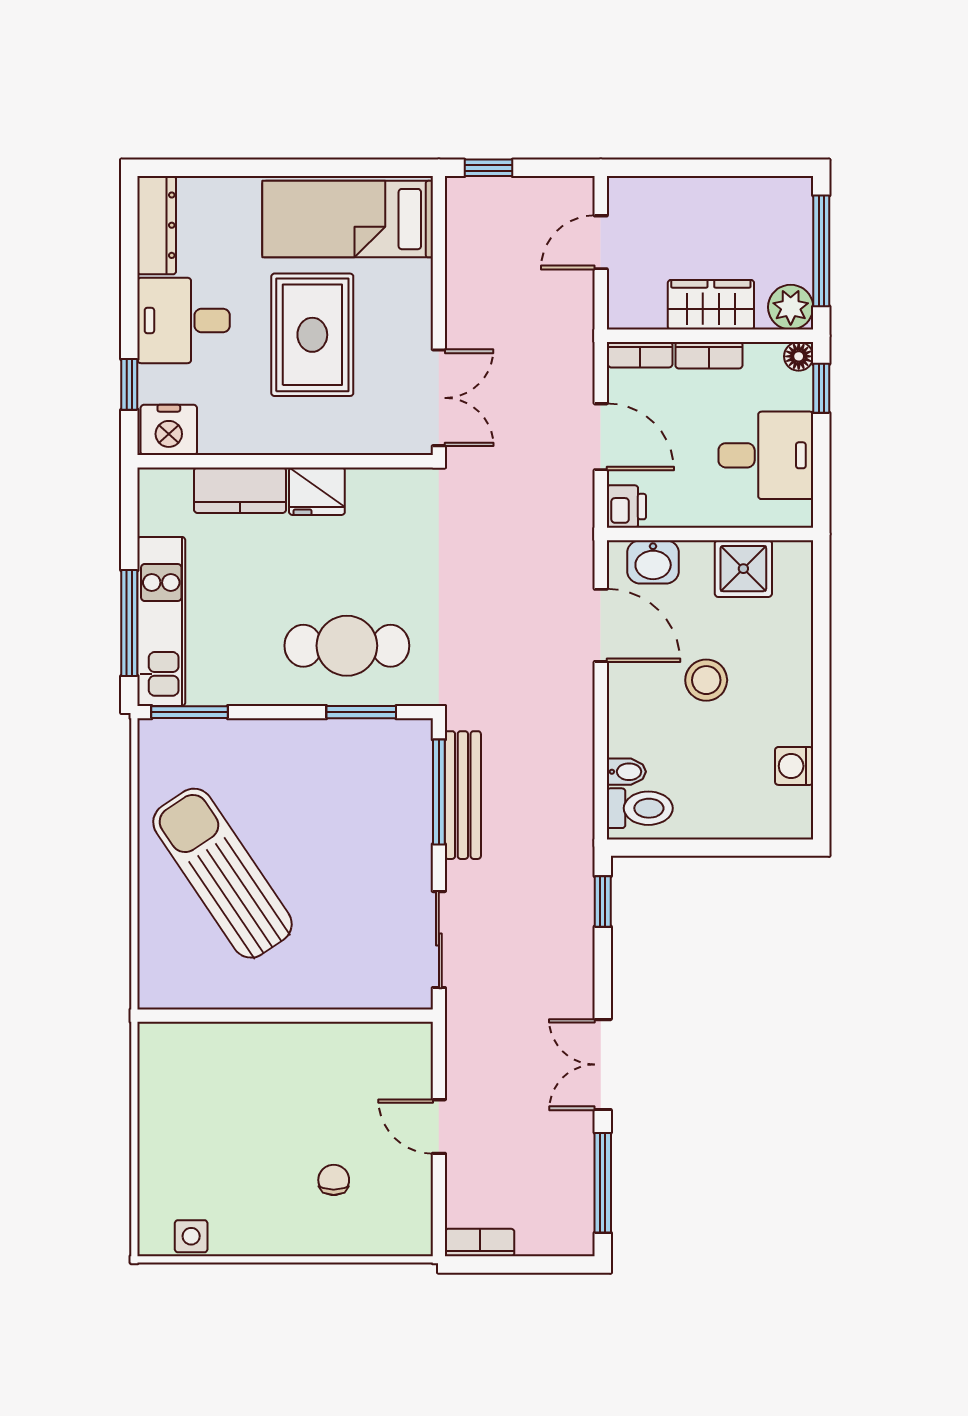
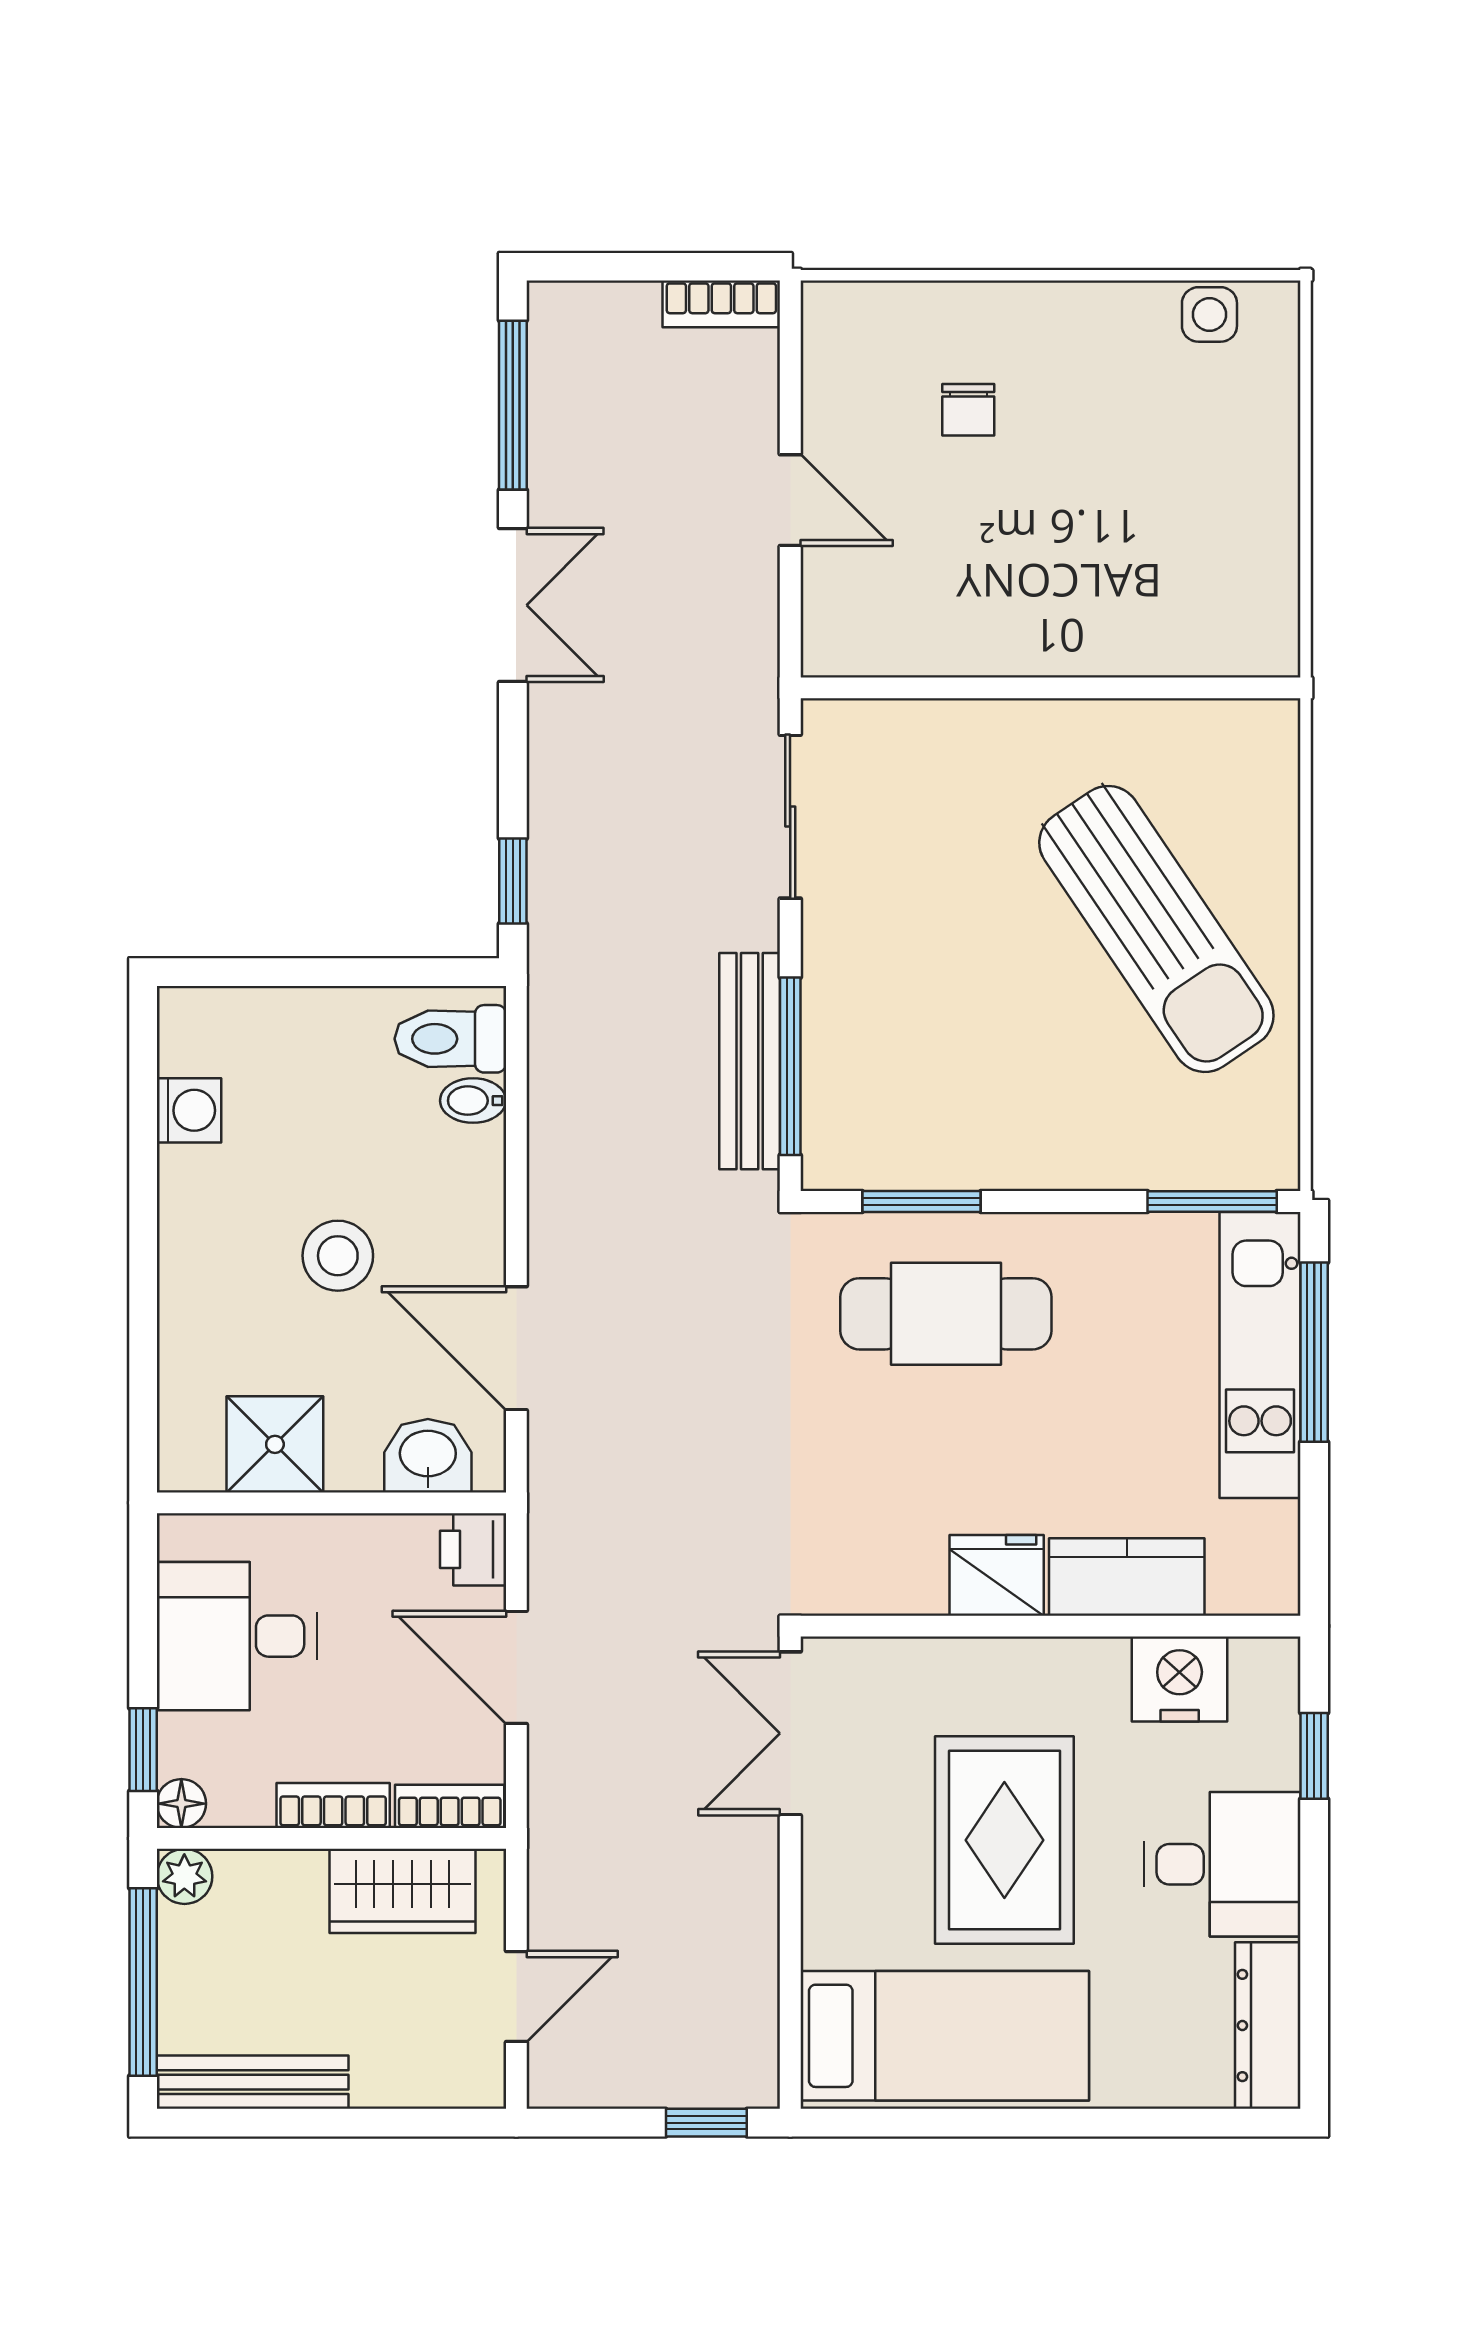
bench: (757, 192) -> (253, 2082), added
wardrobe: (711, 305) -> (402, 1891), moved
plant: (791, 307) -> (184, 1876), width x0.73, depth x0.73
nightstand: (169, 430) -> (1180, 1679), moved

